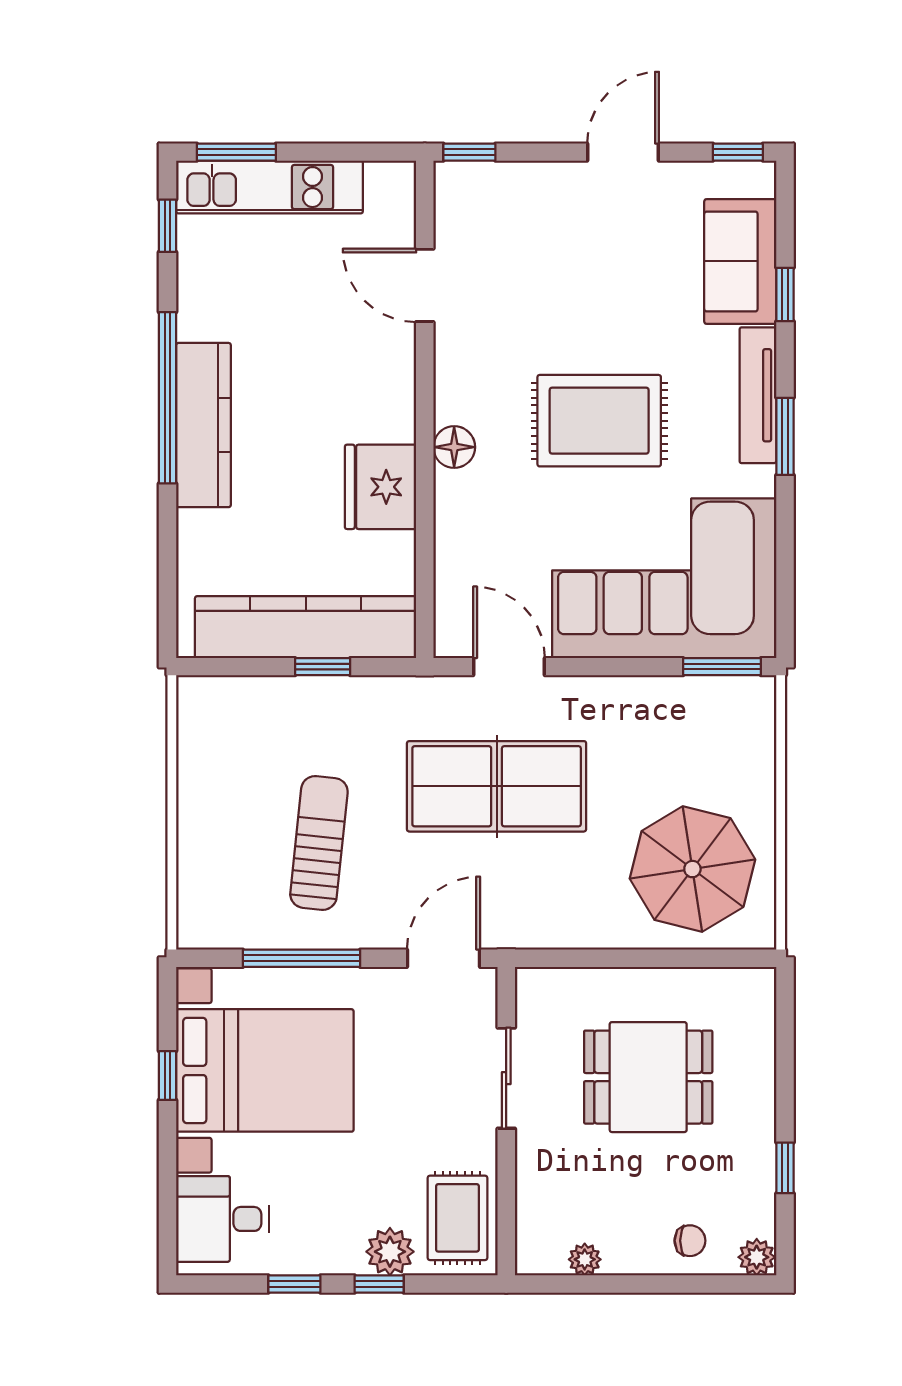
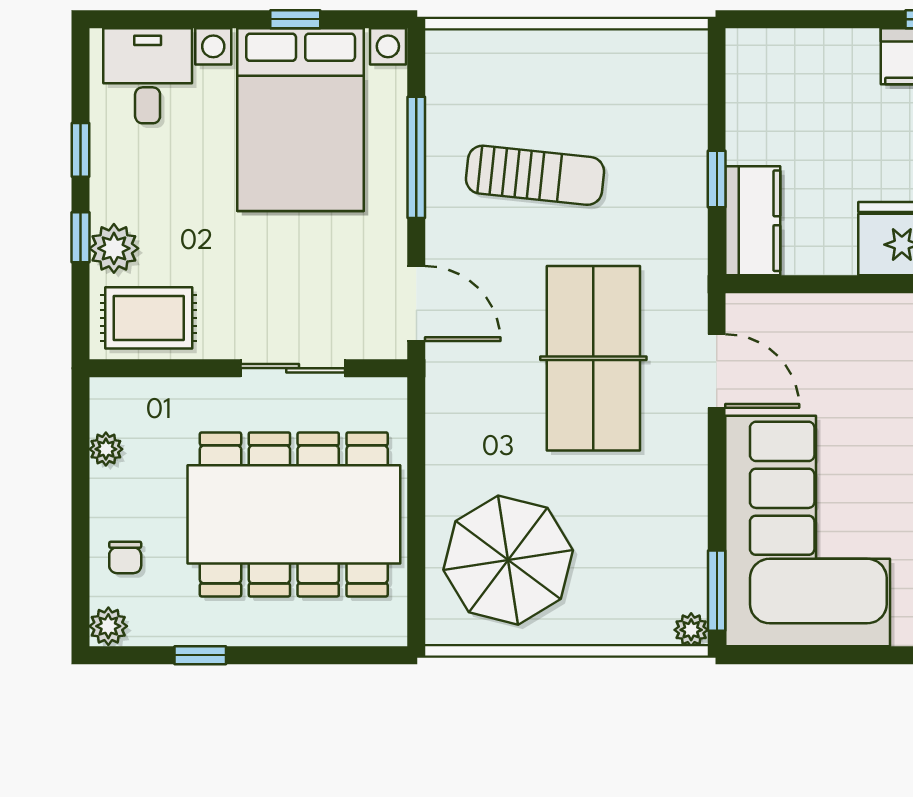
kitchen counter: (306, 627) -> (753, 221), width x0.48, depth x0.86
door: (509, 667) -> (717, 371), hinge flipped
plant: (760, 691) -> (691, 630), added
dining table: (648, 1077) -> (294, 514), width x1.88, depth x1.24

